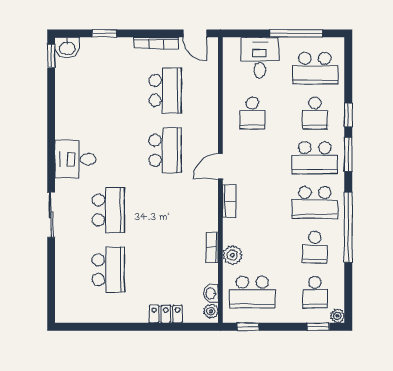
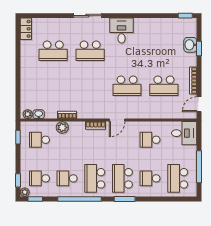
washbasin: (67, 48) -> (190, 45), moved
desk: (260, 58) -> (184, 133), moved
window: (348, 115) -> (35, 199), moved
door: (220, 166) -> (117, 120), swing flipped
school desk: (252, 292) -> (39, 140), width x0.54
locker: (166, 314) -> (26, 29), moved

